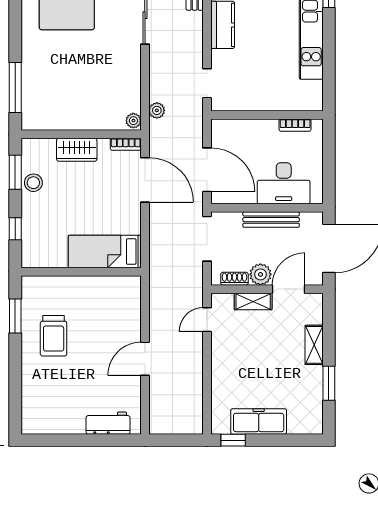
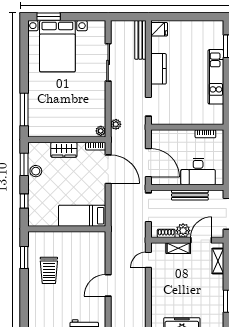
shelving: (314, 345) -> (218, 261), moved

